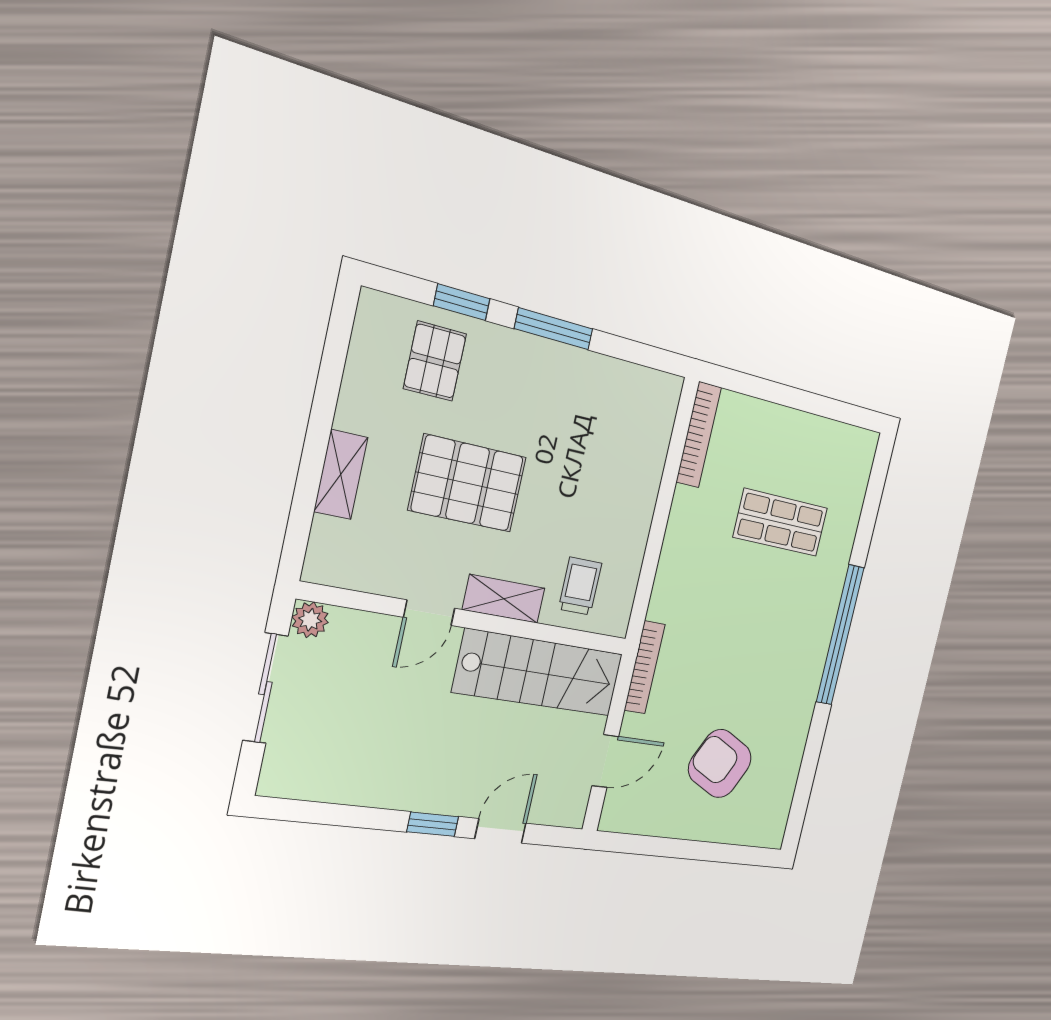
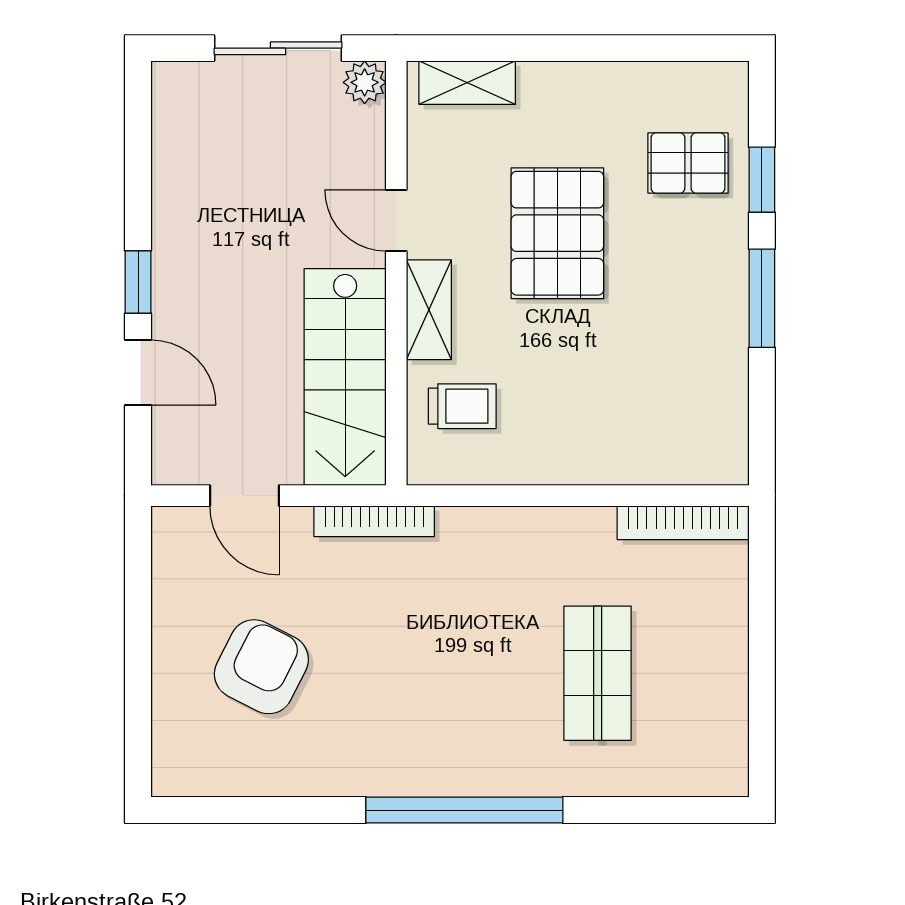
shelving: (341, 474) -> (467, 83), moved

